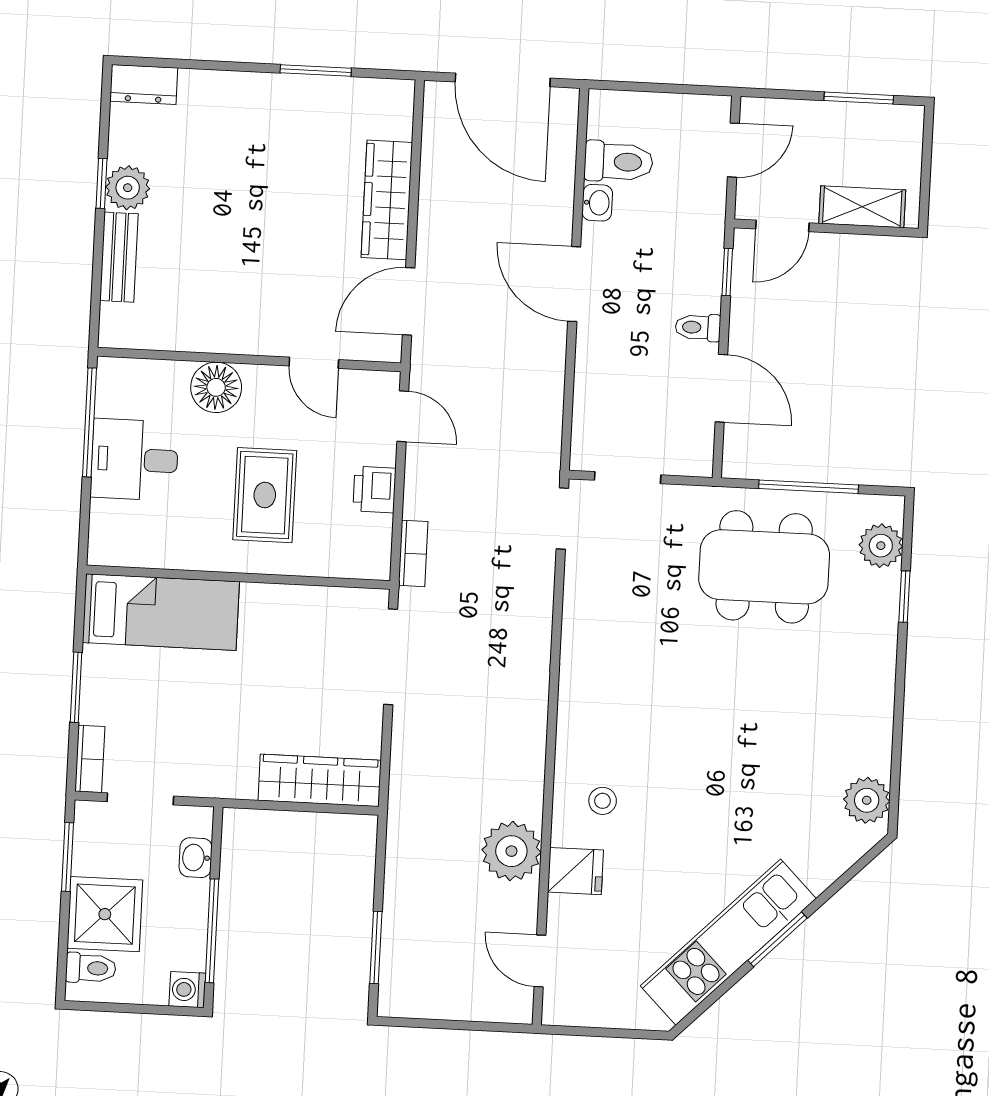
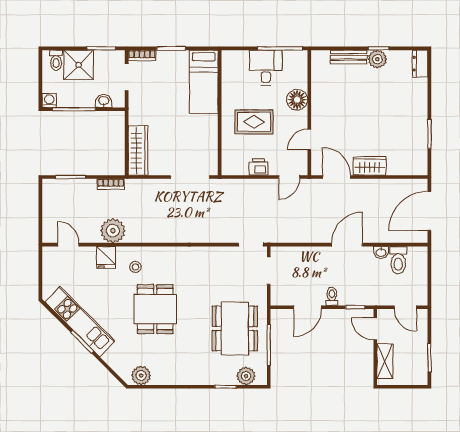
wardrobe: (387, 200) -> (370, 166), width x0.67
bookcase: (413, 553) -> (111, 184), moved
dining table: (707, 758) -> (155, 309), added
door: (540, 961) -> (68, 245), hinge flipped

